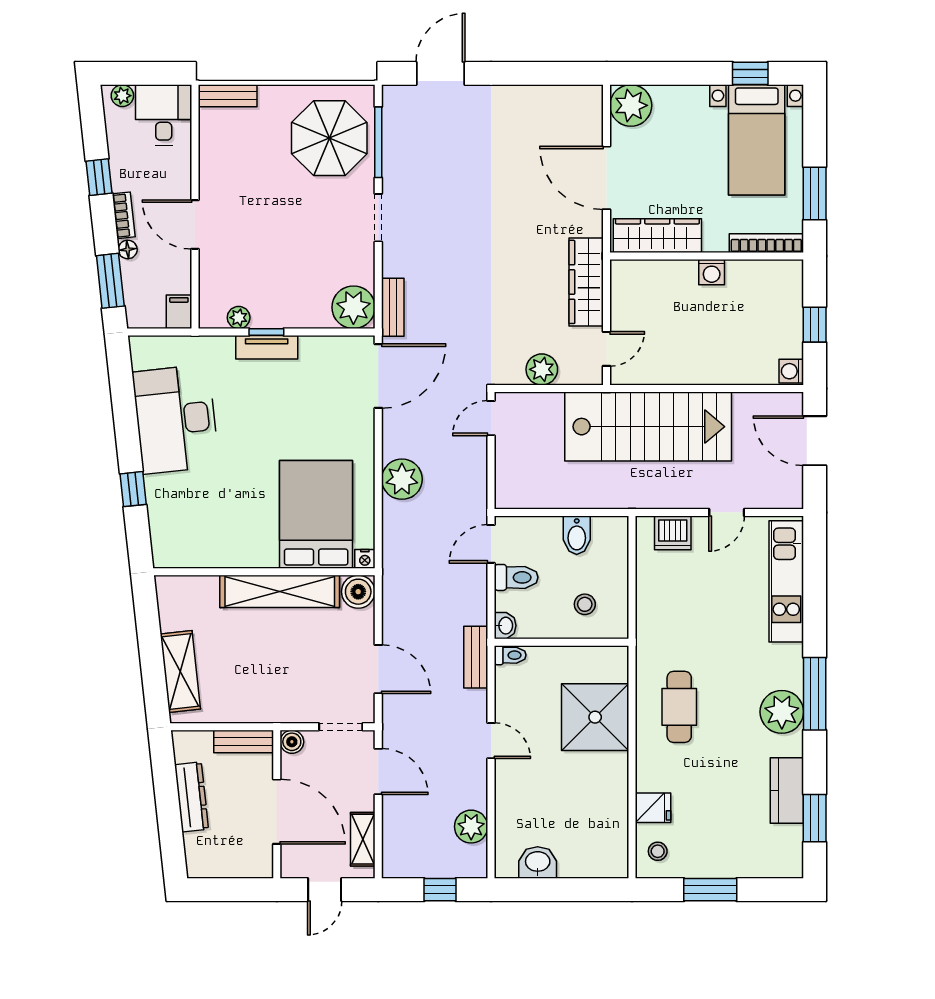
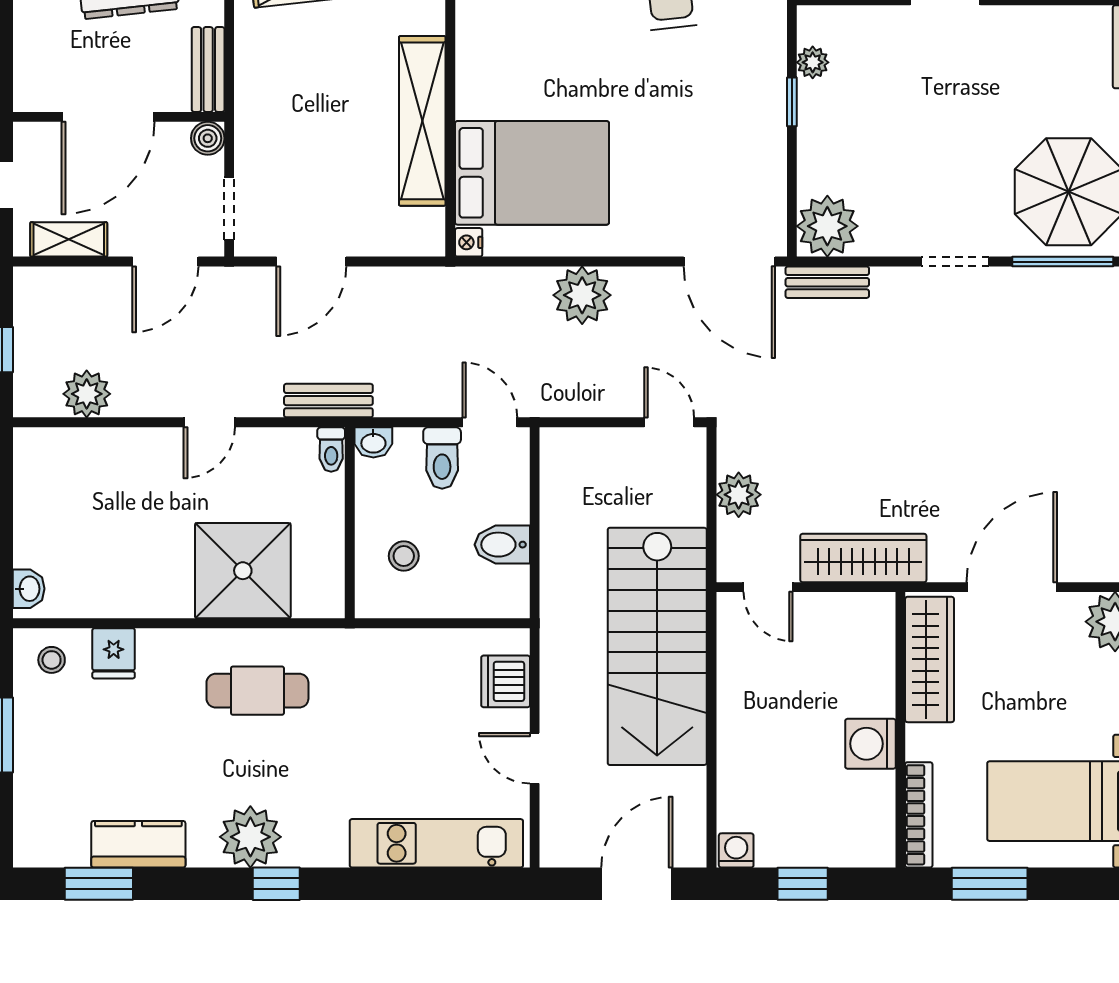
washing machine: (712, 272) -> (870, 744), width x1.38, depth x1.38
tv unit: (267, 347) -> (770, 102), removed
boiler: (358, 592) -> (422, 233), removed
window: (815, 694) -> (276, 884), width x0.46
washbasin: (538, 862) -> (29, 589), moved, width x0.72, depth x0.69

